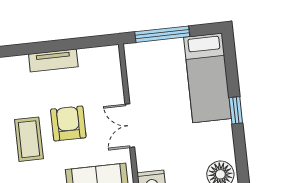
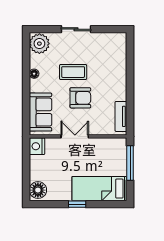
tv unit: (53, 60) -> (121, 116), moved

